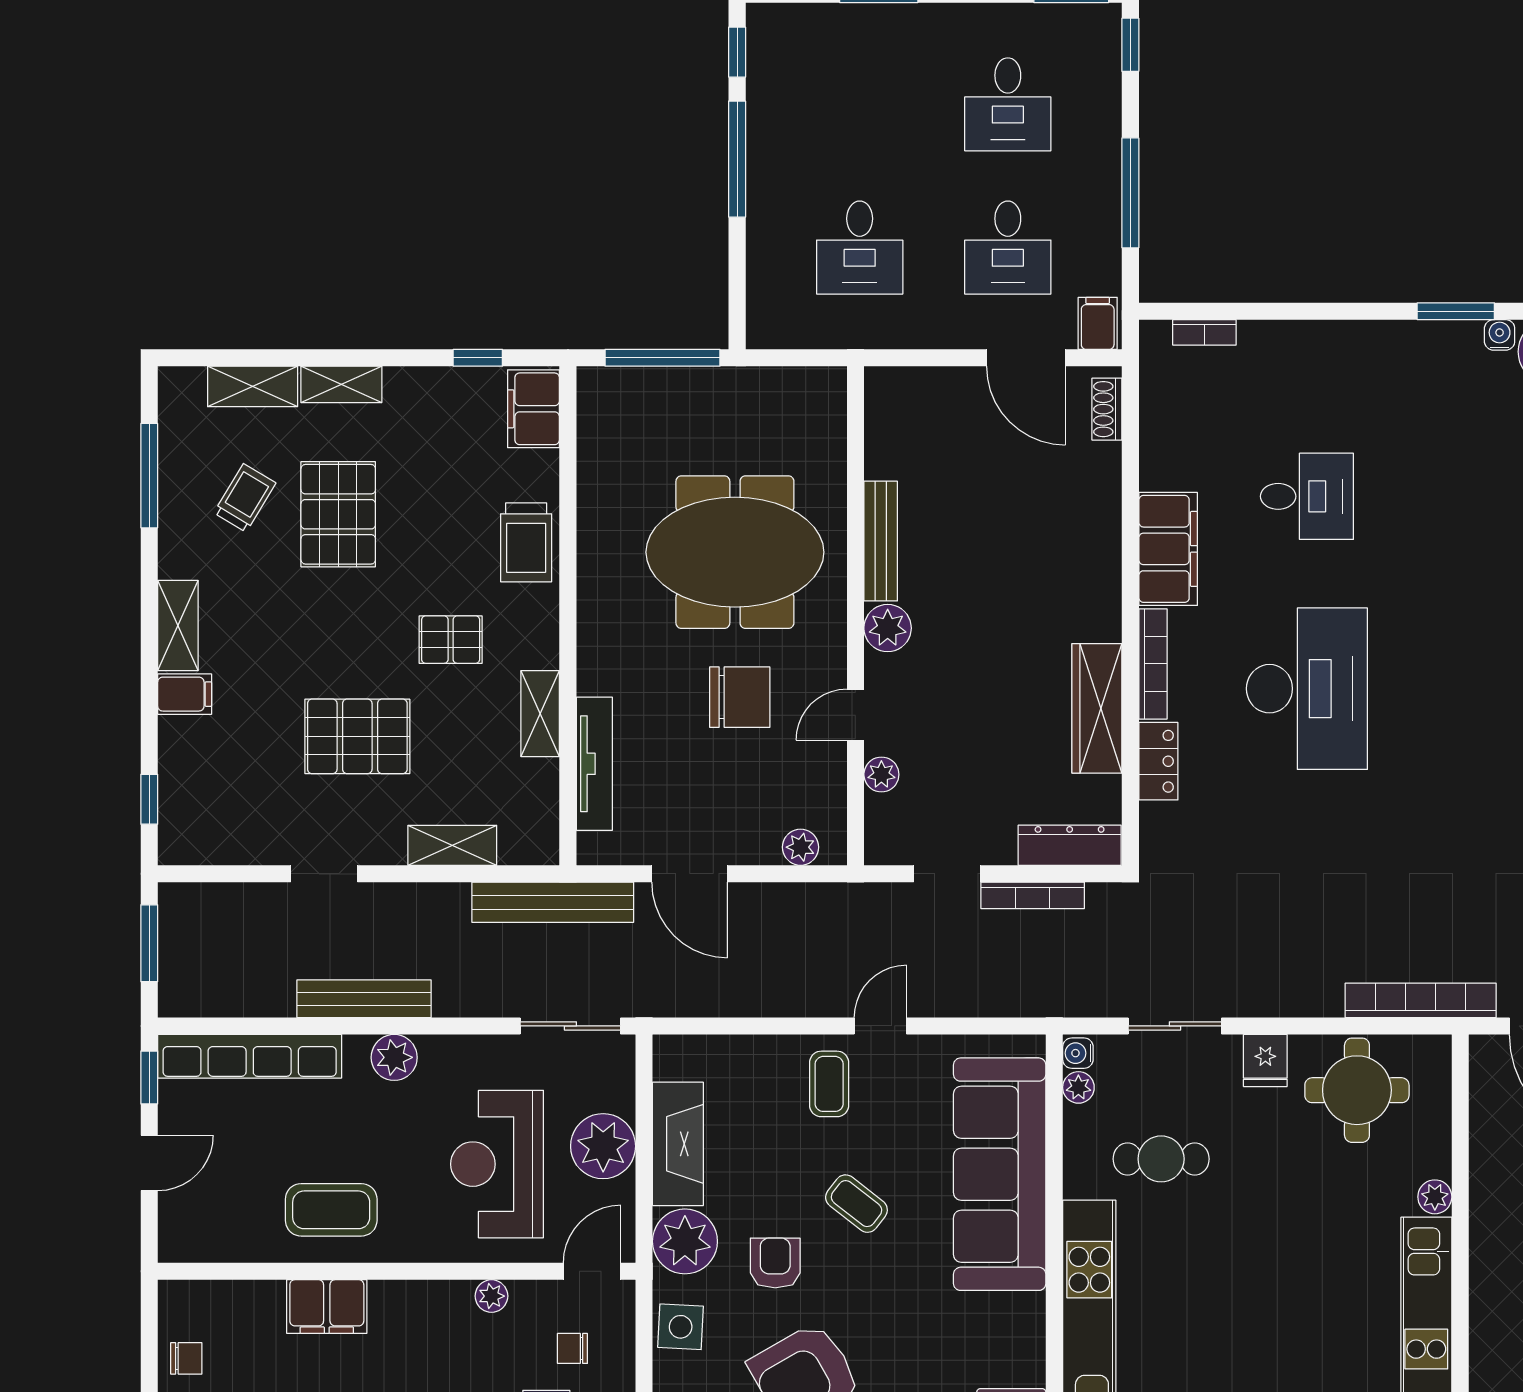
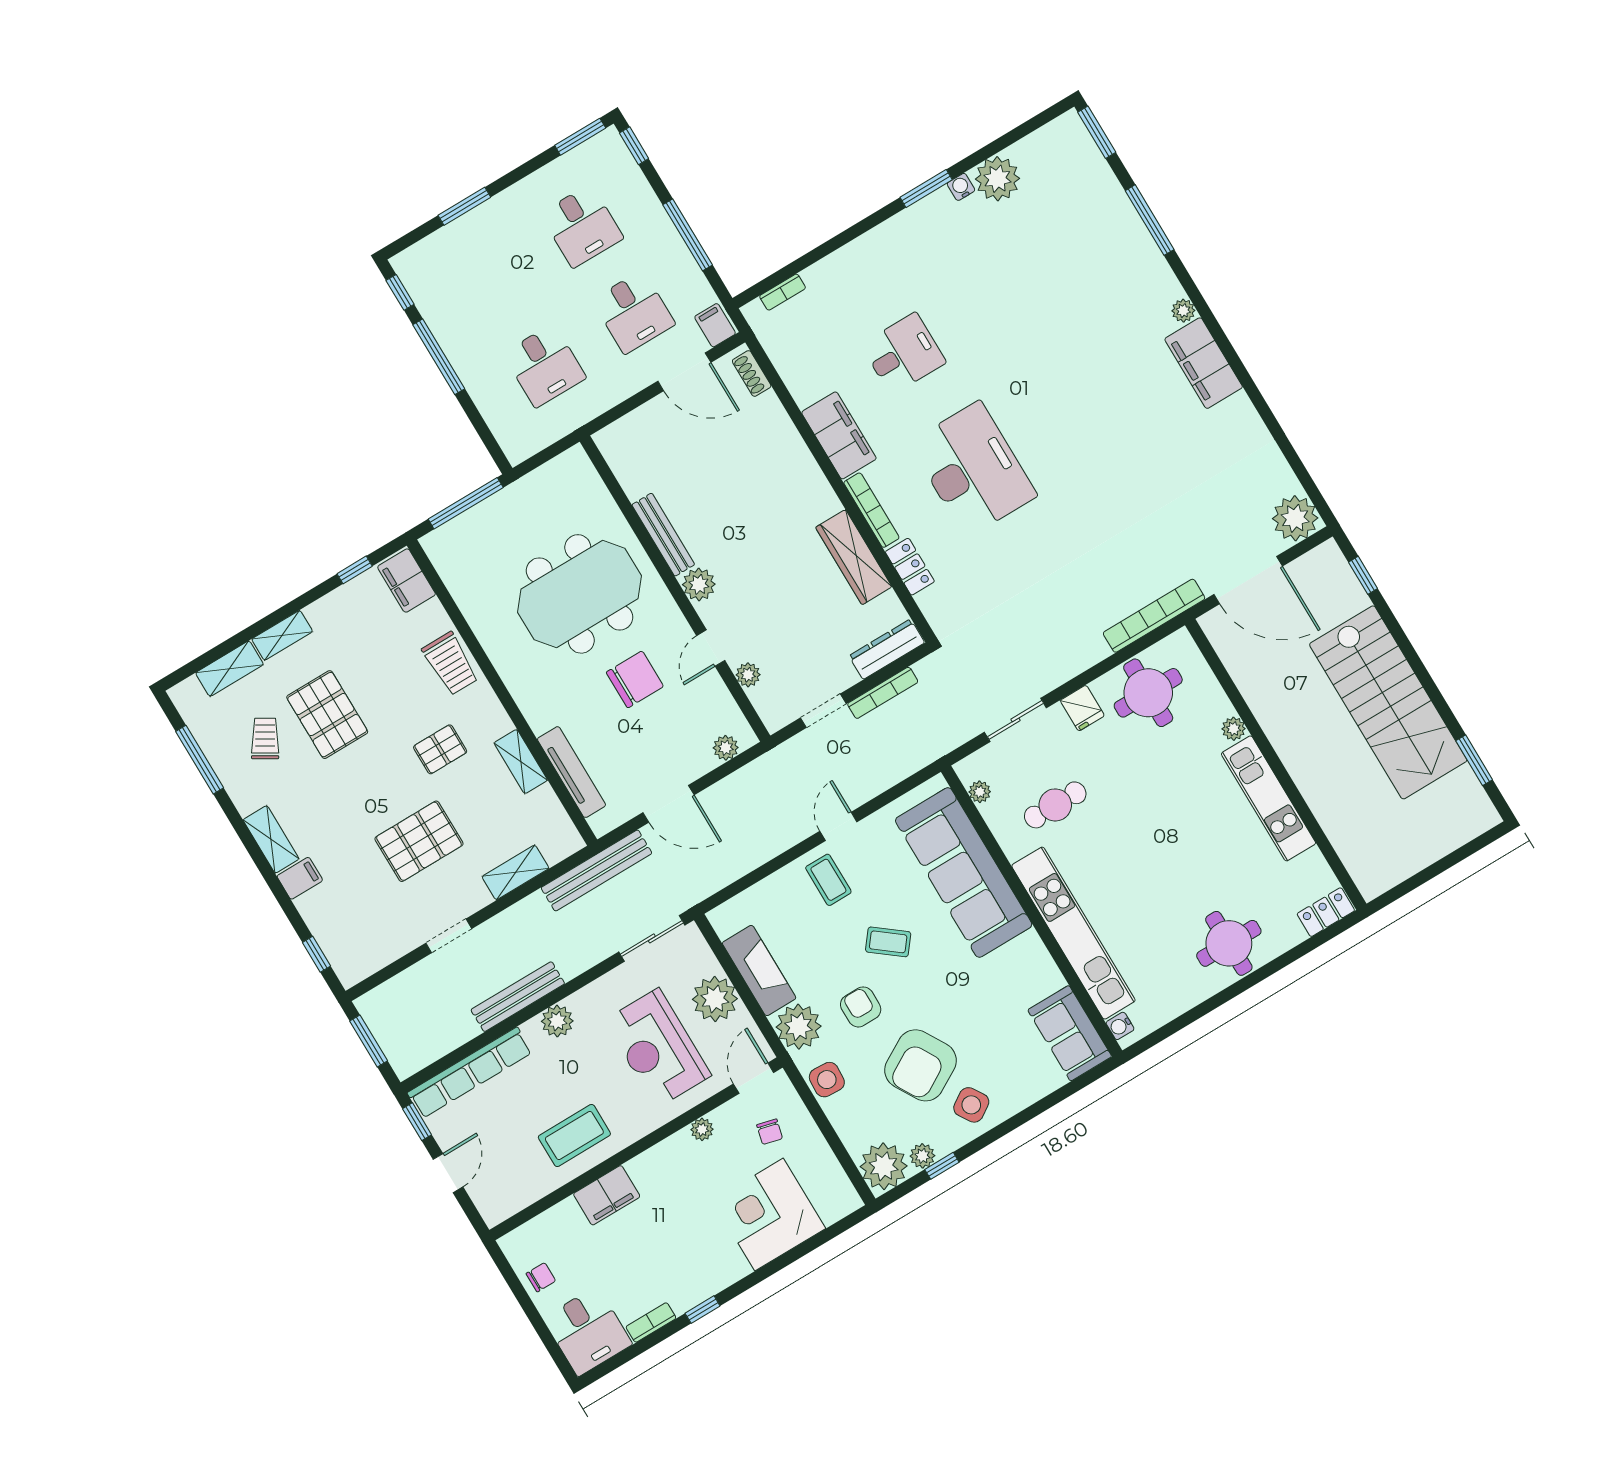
water cooler: (1078, 1053) -> (967, 771), removed
chair: (572, 1348) -> (770, 1132), turned -76

